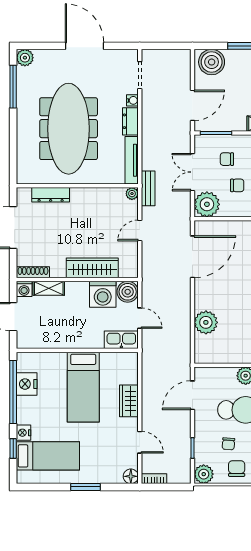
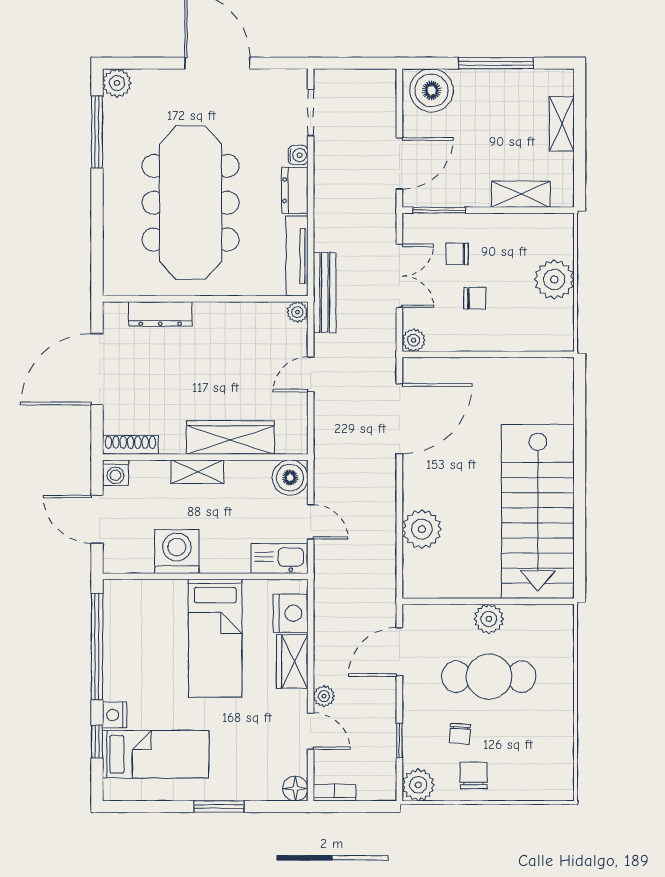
double door: (192, 172) -> (399, 276), swing flipped
bench: (148, 188) -> (325, 293), width x1.36
plant: (207, 204) -> (414, 340), width x0.53, depth x0.53
shelving: (49, 288) -> (197, 472), moved
washing machine: (103, 294) -> (177, 551), moved, turned 180
nightstand: (27, 384) -> (291, 613), moved, turned 180
plant: (148, 421) -> (324, 696), added

